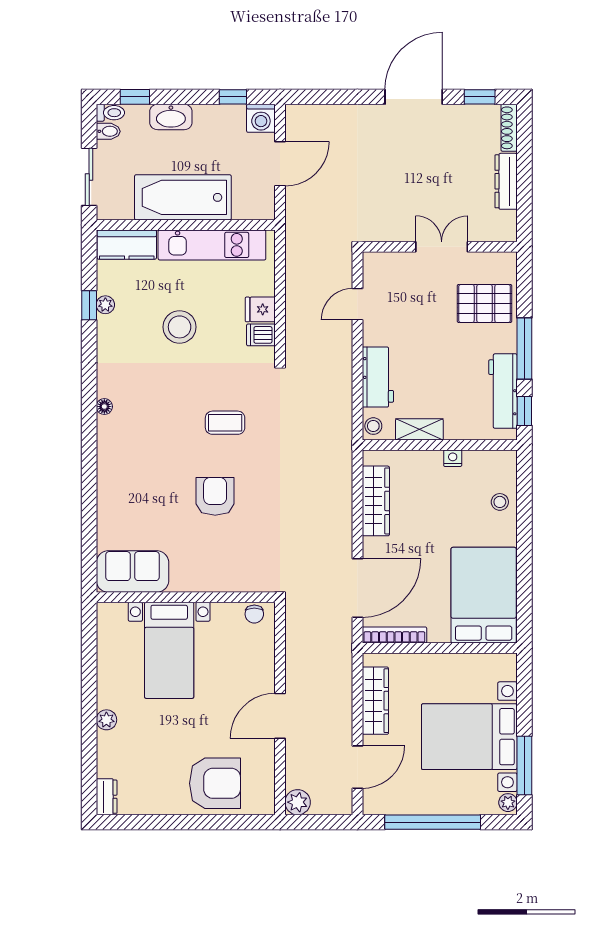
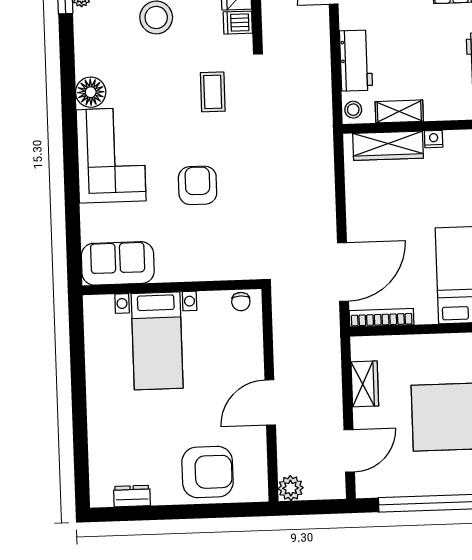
floor lamp: (104, 407) -> (91, 92), width x1.89, depth x1.89
coffee table: (225, 423) -> (213, 92), moved, turned 90
corner sofa: (130, 463) -> (111, 155), added
wardrobe: (376, 501) -> (388, 146), moved, turned 90
wardrobe: (375, 701) -> (365, 384), width x0.67
plant: (106, 720) -> (97, 412), removed
dresser: (107, 797) -> (132, 496), moved, turned -90

